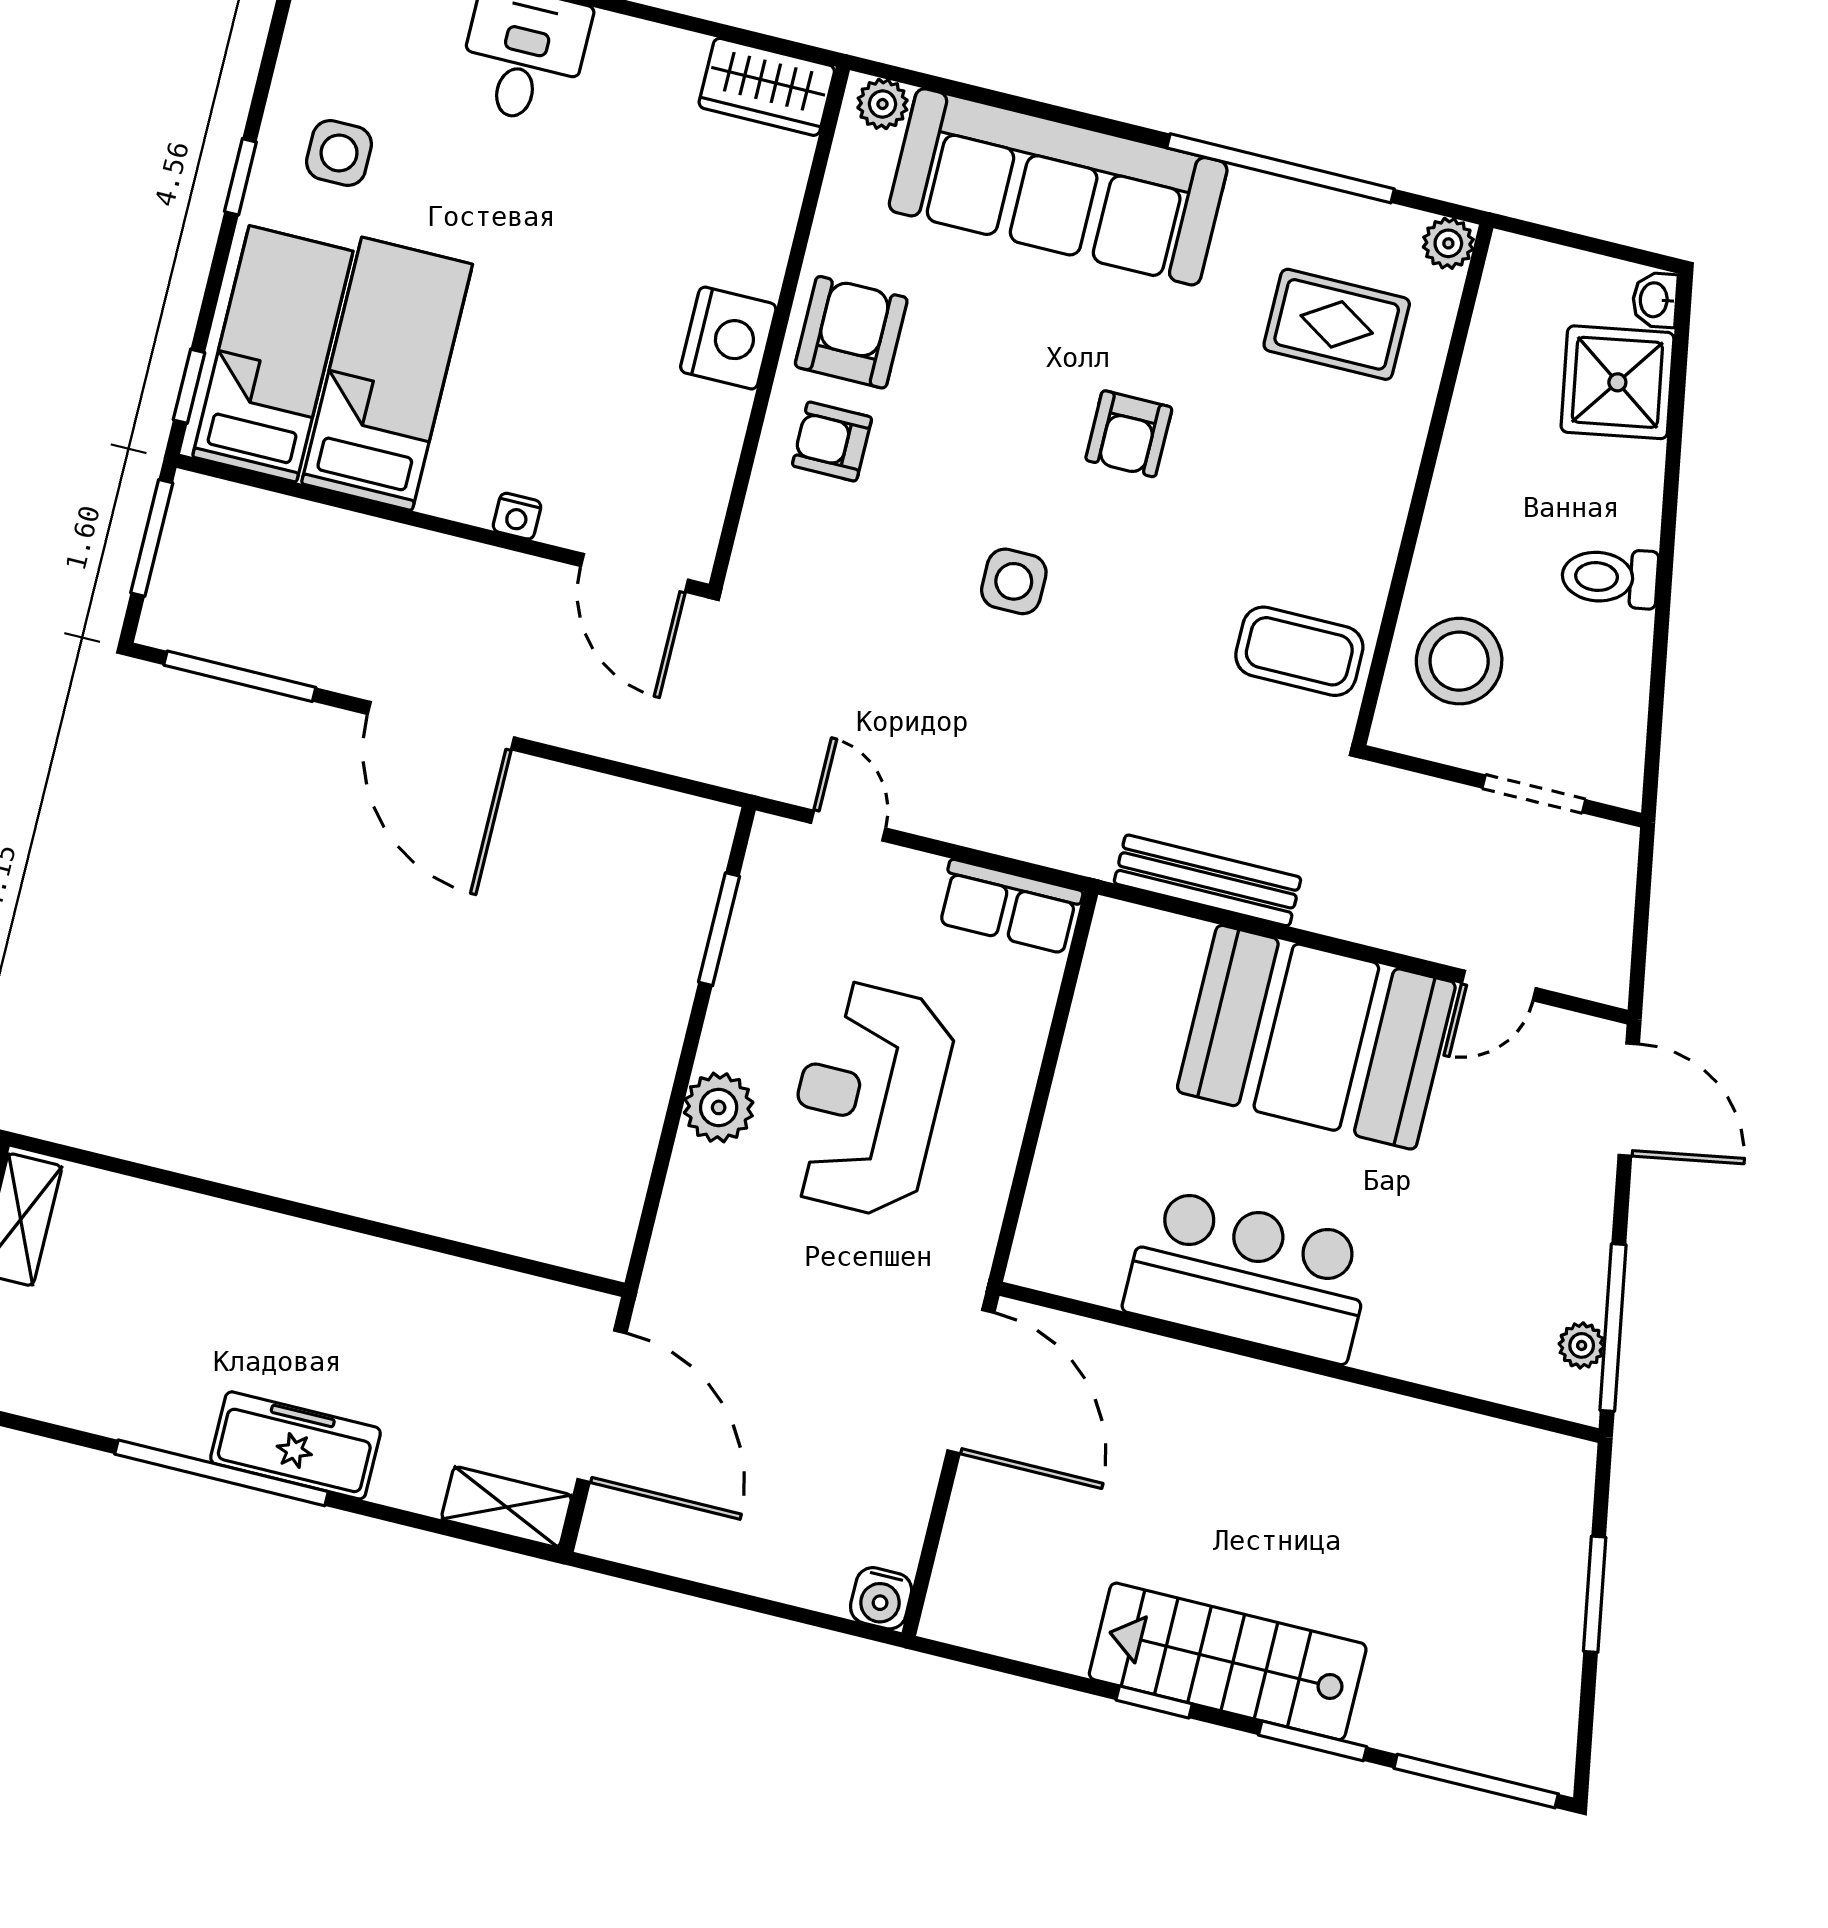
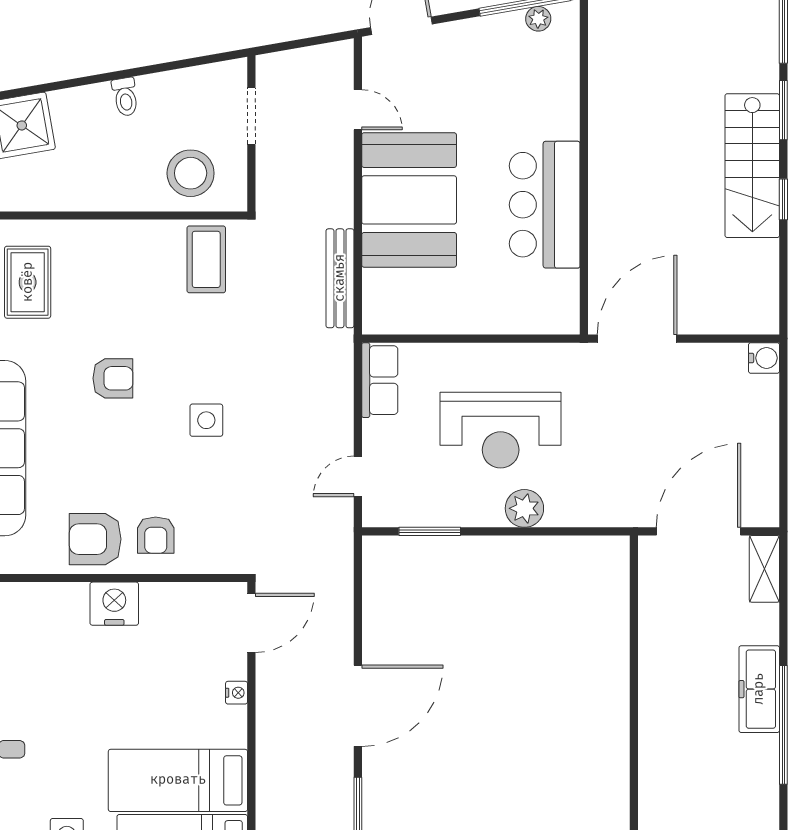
toilet: (1610, 577) -> (125, 97), width x0.73, depth x0.72

